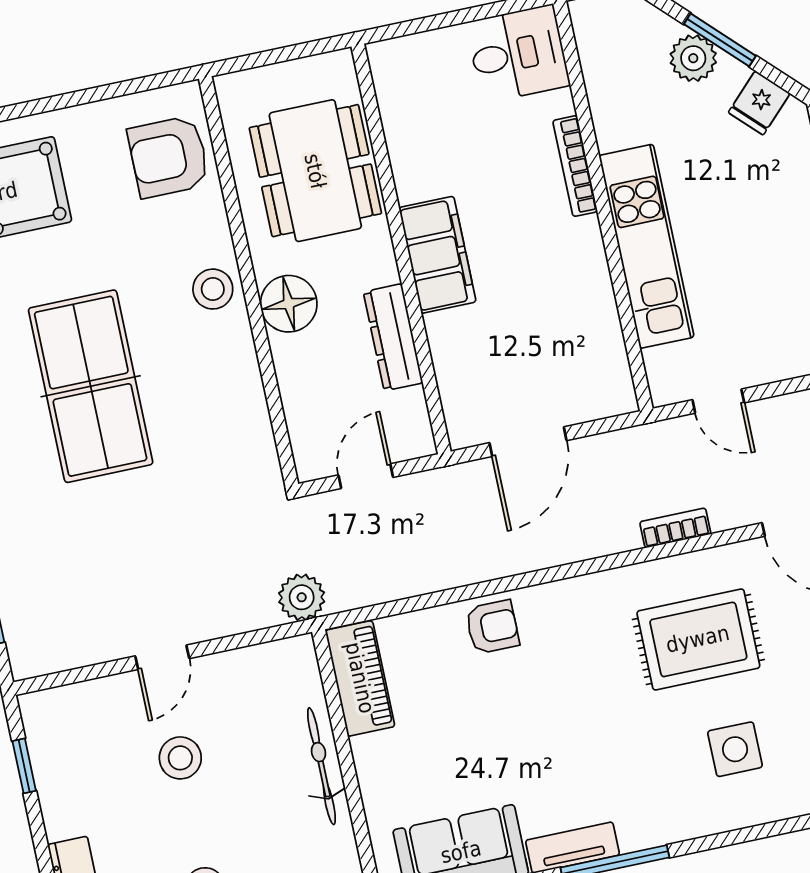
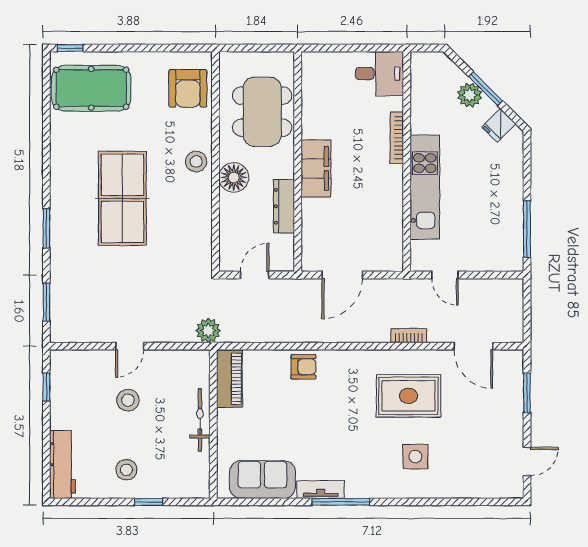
armchair: (169, 157) -> (188, 88), turned -90

